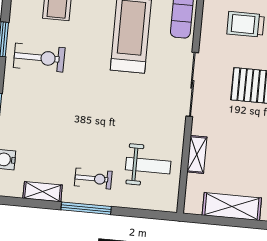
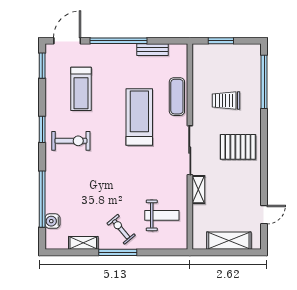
shelving: (197, 154) -> (198, 190), moved
exercise bike: (93, 179) -> (121, 229), turned -130

